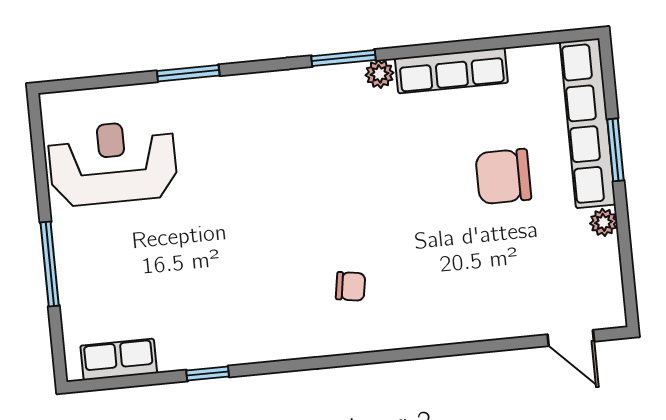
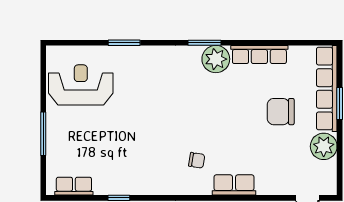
plant: (379, 74) -> (216, 59), width x1.87, depth x1.87
plant: (604, 222) -> (324, 146), width x1.87, depth x1.87
row of seats: (427, 327) -> (234, 185), added

